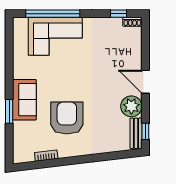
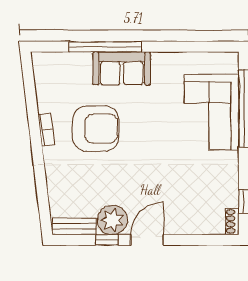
window: (9, 111) -> (105, 47), width x2.11
window: (145, 131) -> (107, 240), moved
bookcase: (46, 156) -> (46, 129), moved

